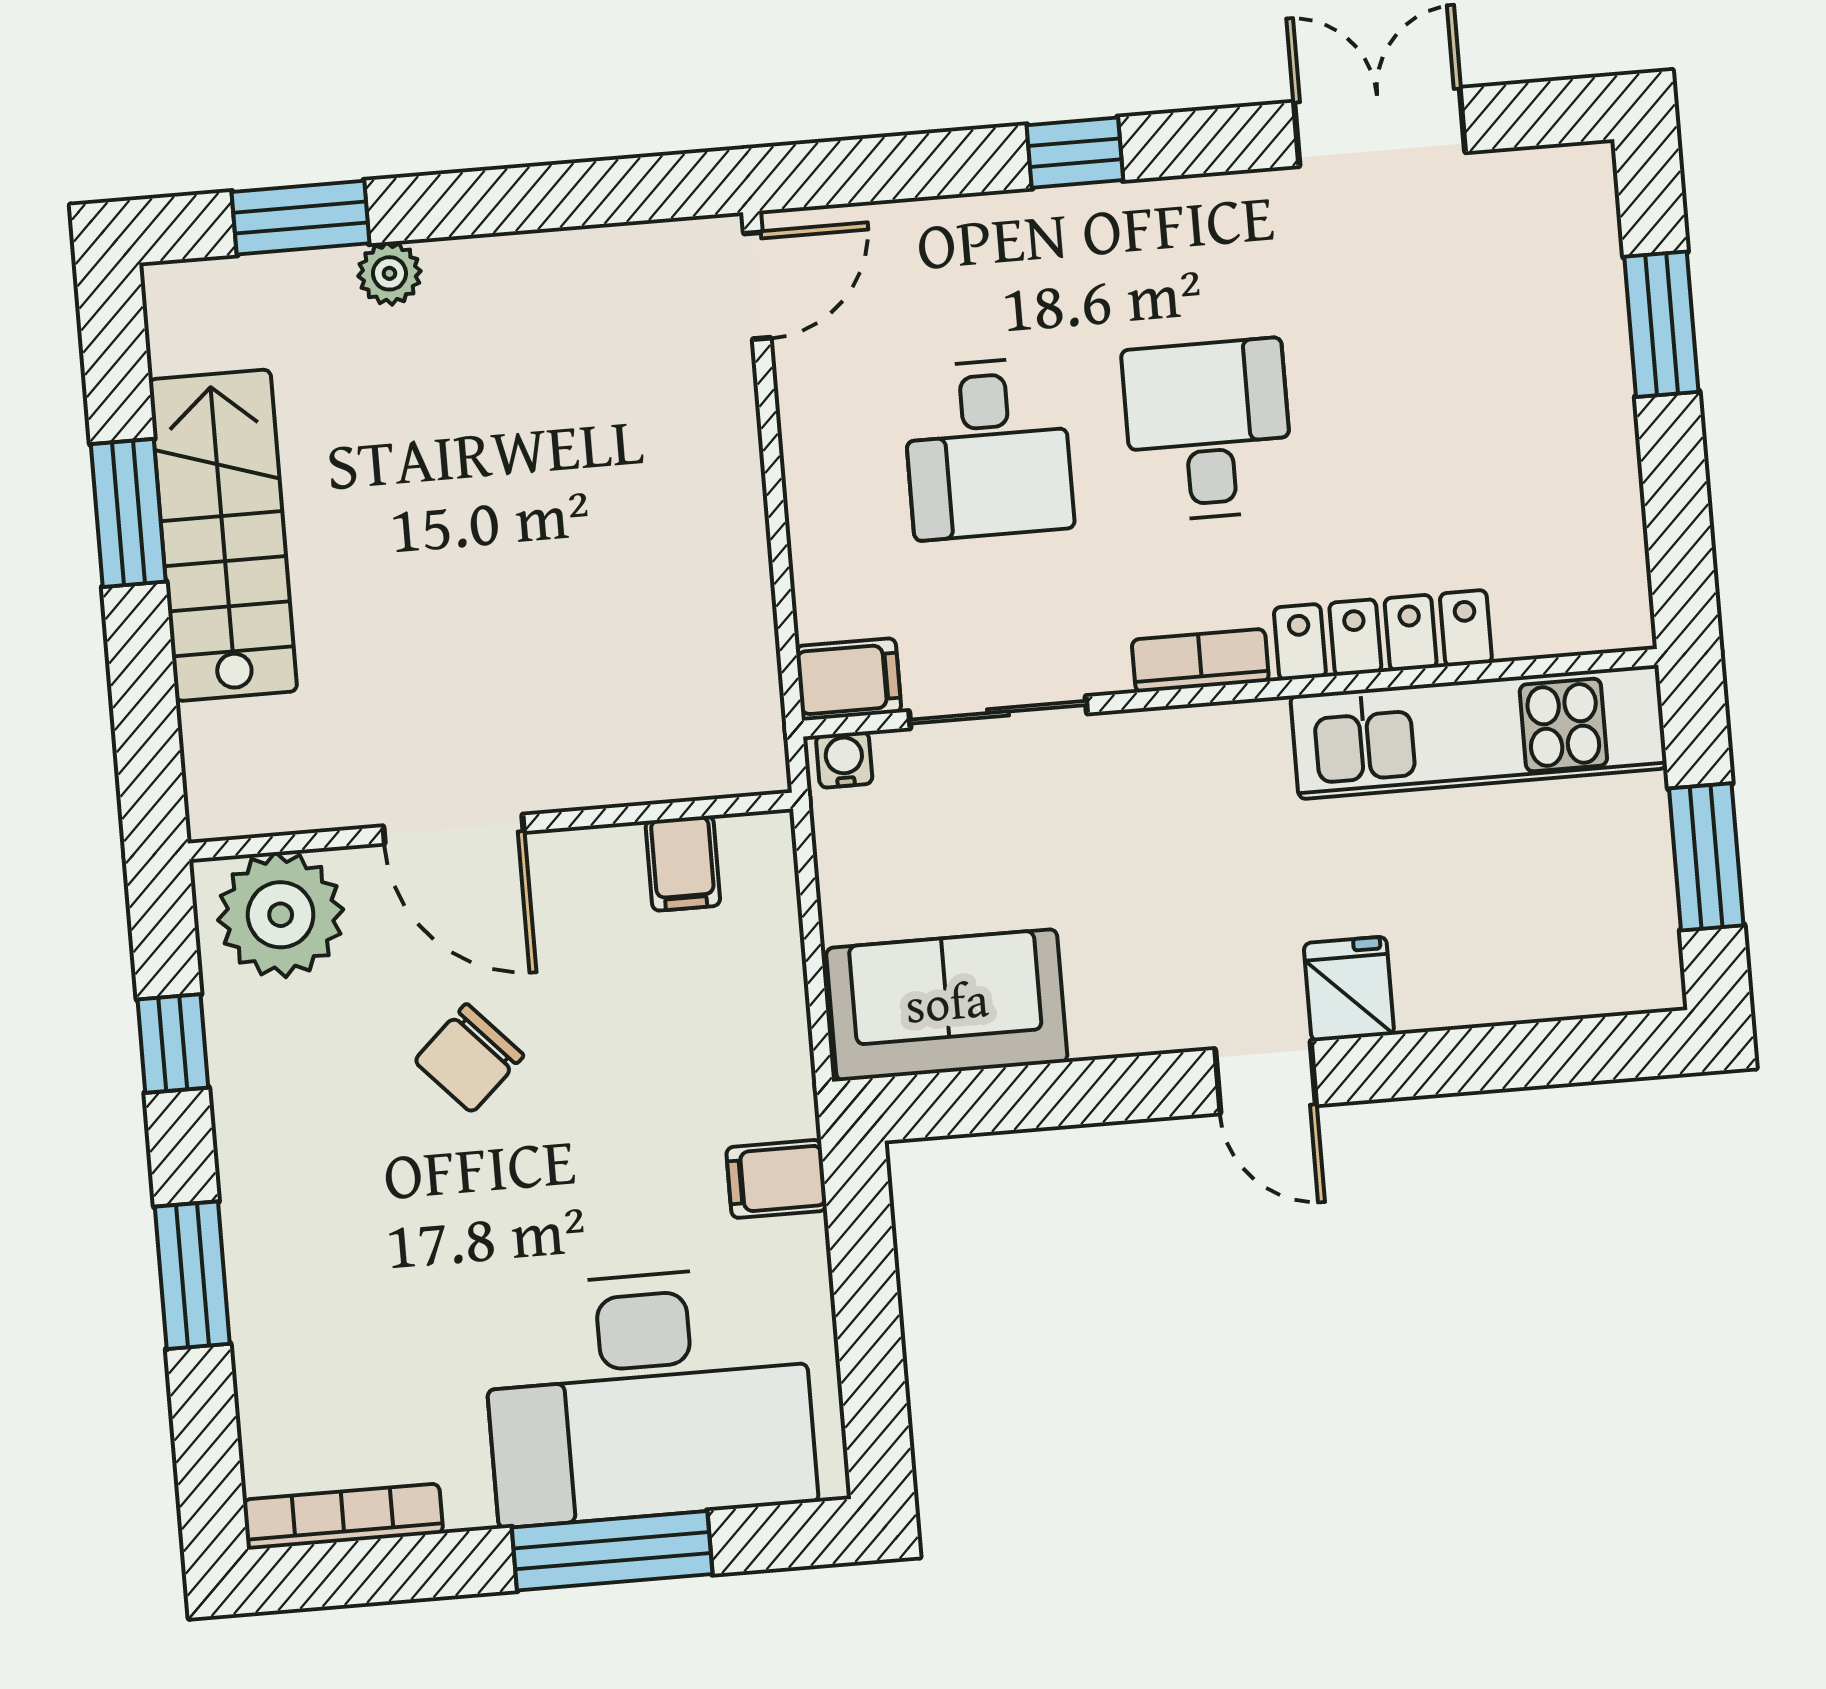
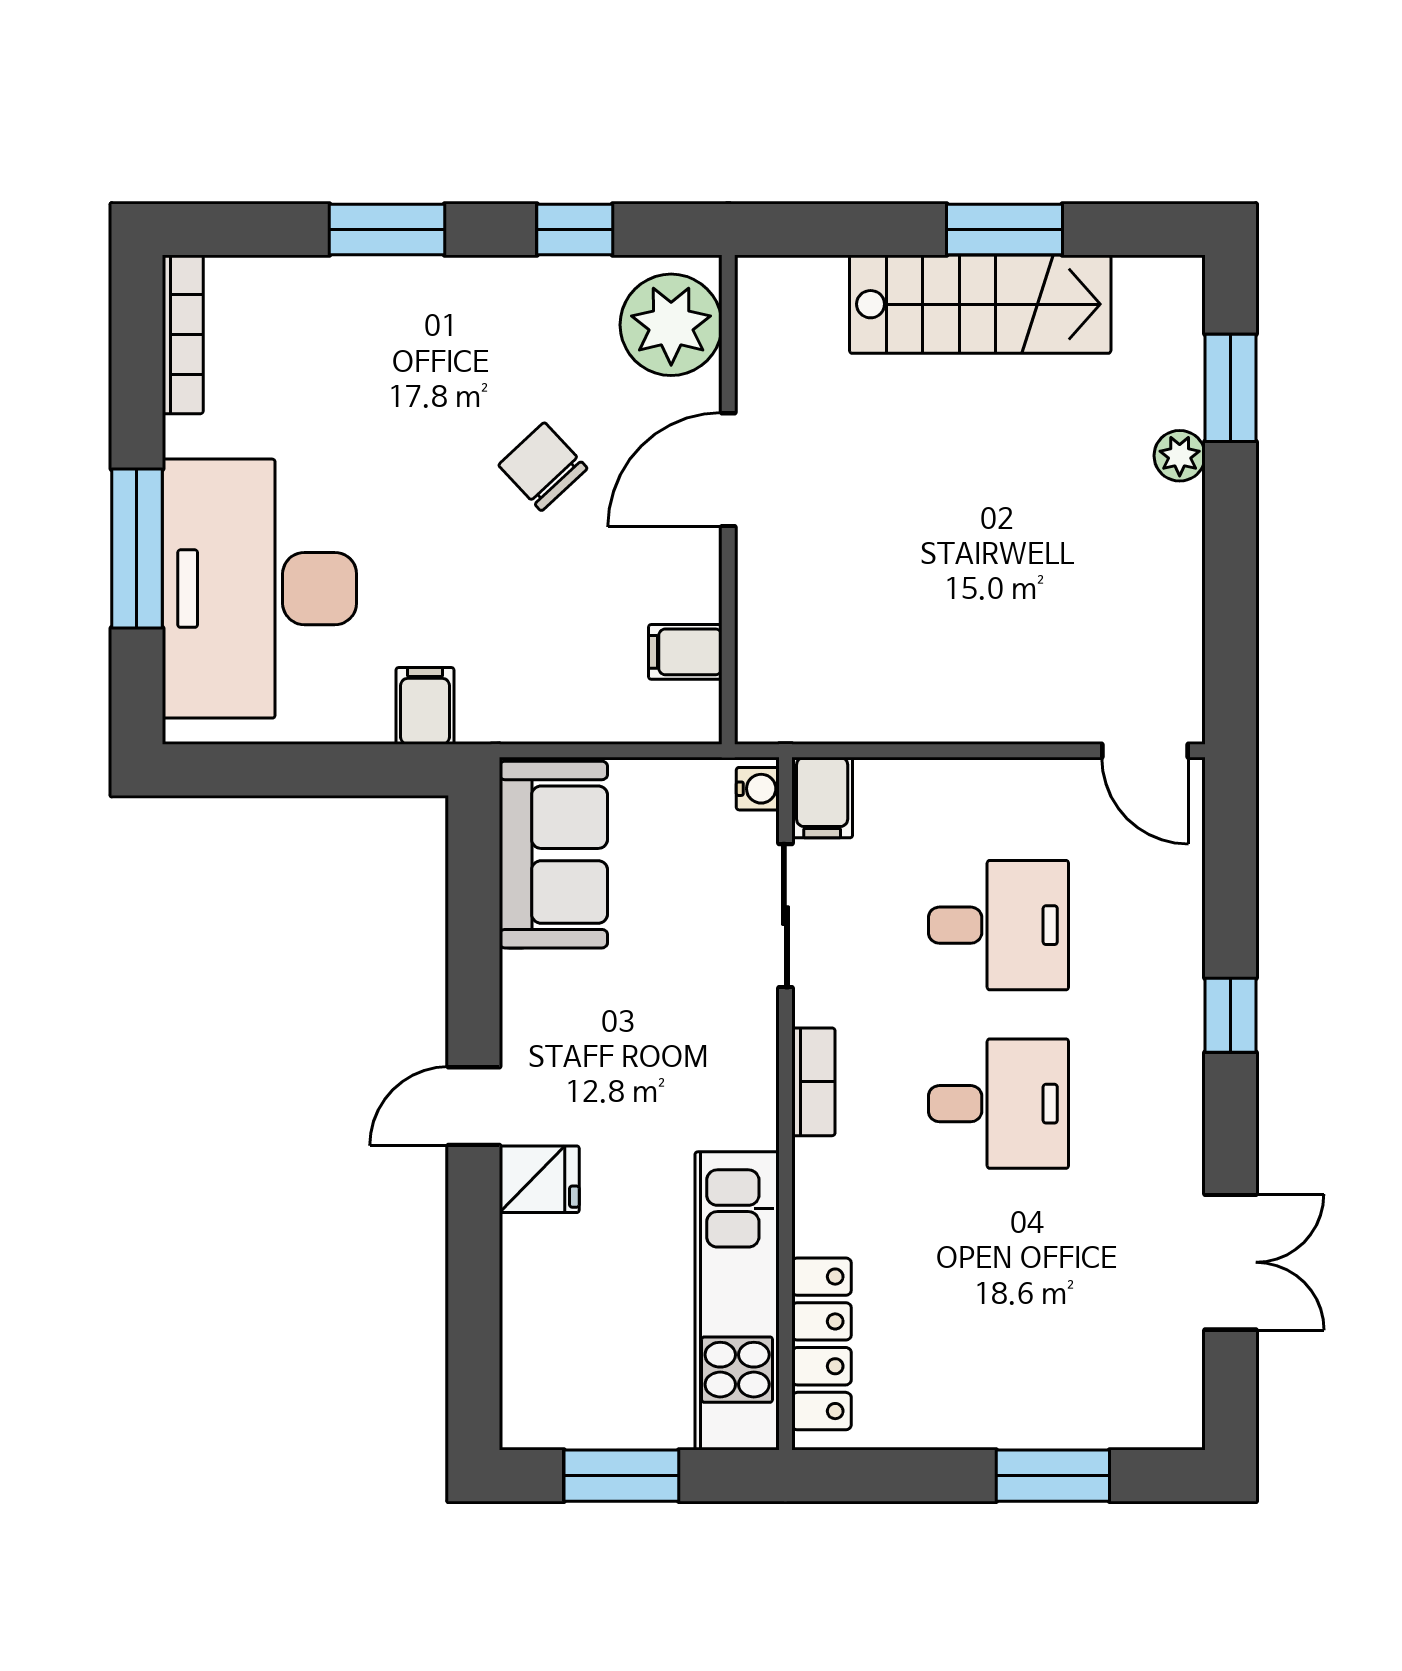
desk: (988, 448) -> (998, 925), turned 180
locker: (1383, 635) -> (821, 1344), moved

